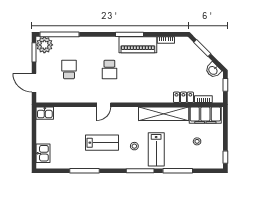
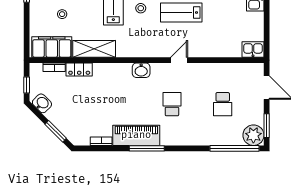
washbasin: (134, 97) -> (141, 70), added
shelving: (164, 114) -> (94, 49), width x0.68

